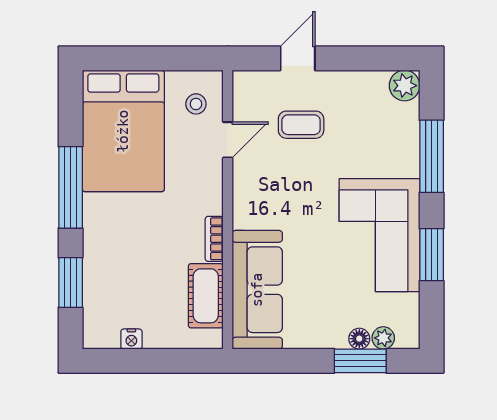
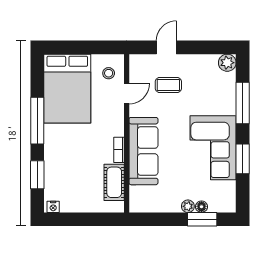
sofa: (257, 290) -> (143, 151), moved
plant: (383, 338) -> (188, 206), moved
nightstand: (131, 339) -> (53, 207), moved

